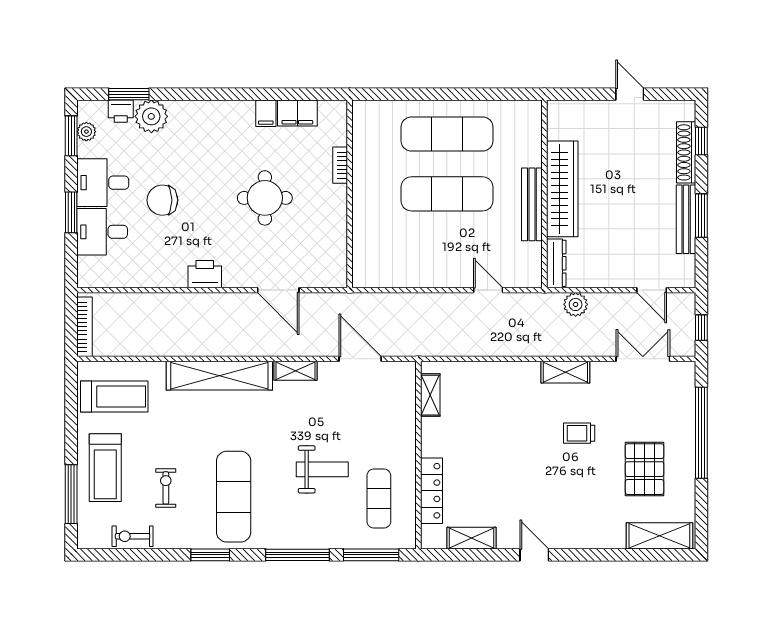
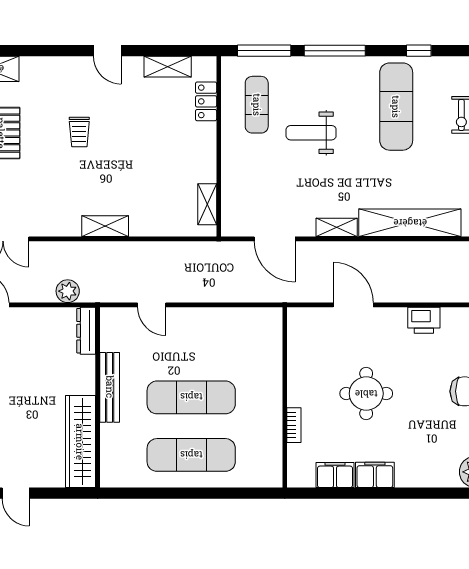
filing cabinet: (266, 113) -> (375, 475), width x2.00
wardrobe: (562, 189) -> (80, 442), moved
shelving: (565, 372) -> (105, 226), moved
trolley: (579, 433) -> (79, 132), moved, turned 90
locker: (432, 491) -> (206, 101), width x0.66
window: (210, 555) -> (419, 51), width x0.67

